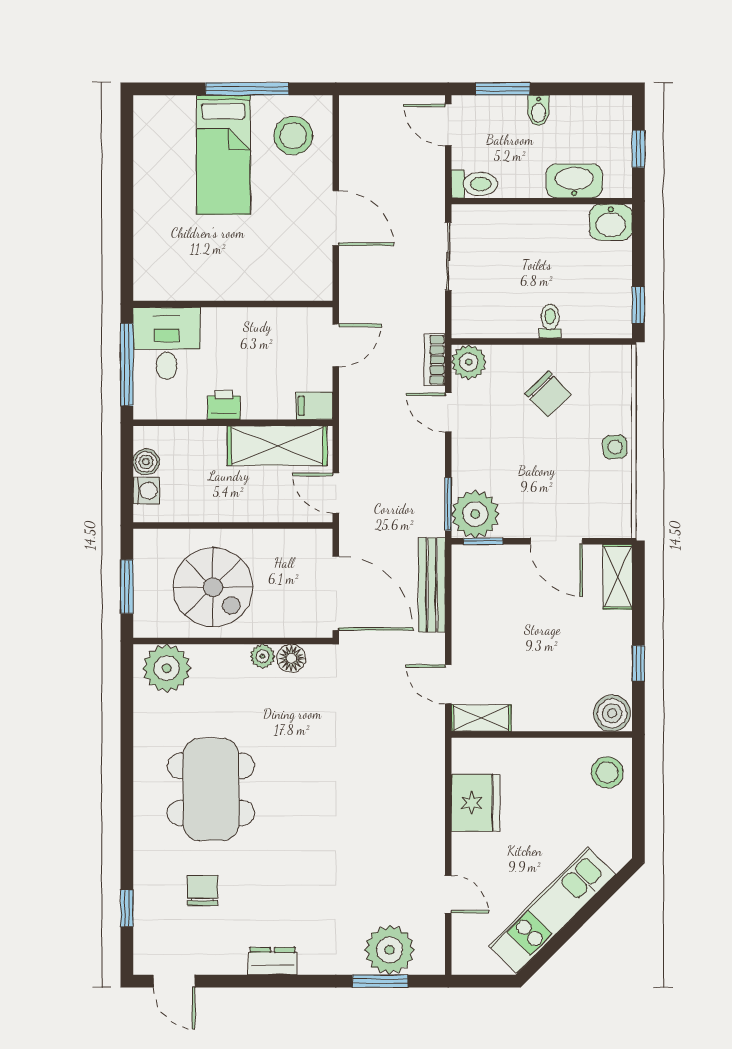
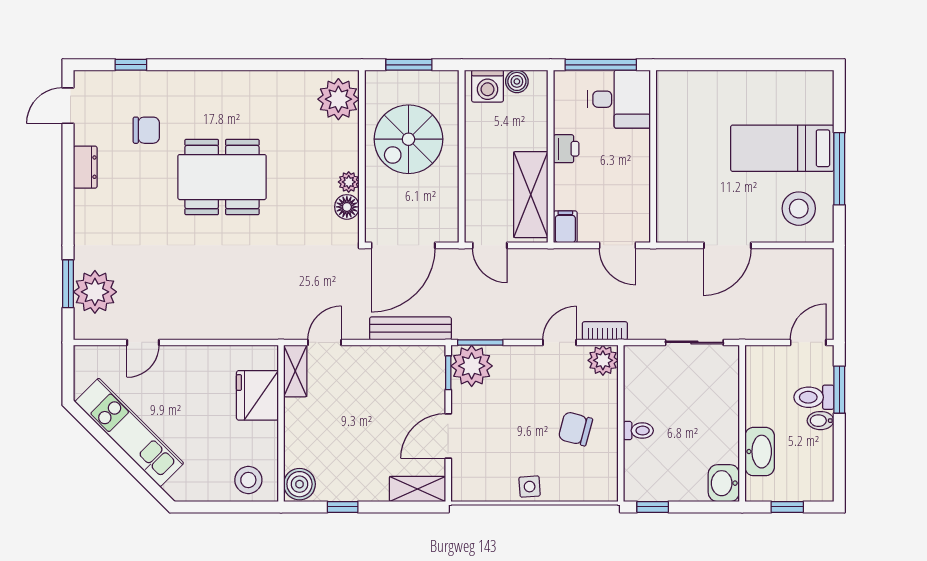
toilet: (474, 184) -> (814, 397), moved, turned 90
chair: (548, 394) -> (575, 429), turned 59
washing machine: (146, 491) -> (488, 86), width x1.38, depth x1.38
door: (336, 493) -> (490, 245), swing flipped
dining table: (211, 789) -> (222, 177), moved
fridge: (475, 803) -> (257, 395), moved, turned 90
dresser: (273, 961) -> (85, 167), moved

